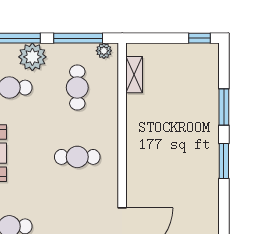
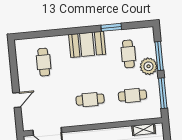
plant: (104, 51) -> (156, 110), removed
cafe table: (77, 157) -> (90, 100), turned 90

